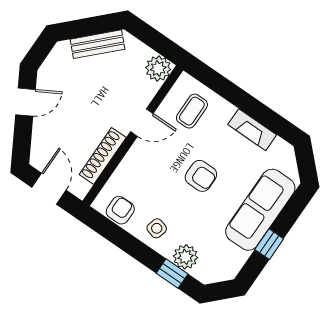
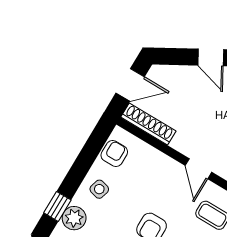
shoe rack: (103, 156) -> (148, 124), moved
armchair: (120, 210) -> (114, 154), turned -90

